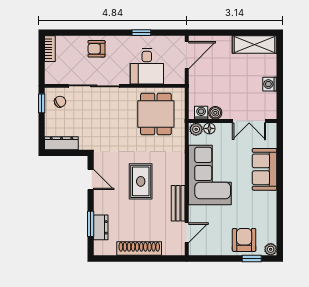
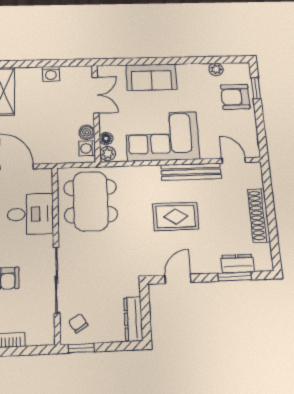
dining table: (156, 114) -> (91, 201), width x1.38
bench: (178, 203) -> (191, 172), width x1.36
plant: (271, 249) -> (216, 69), moved

